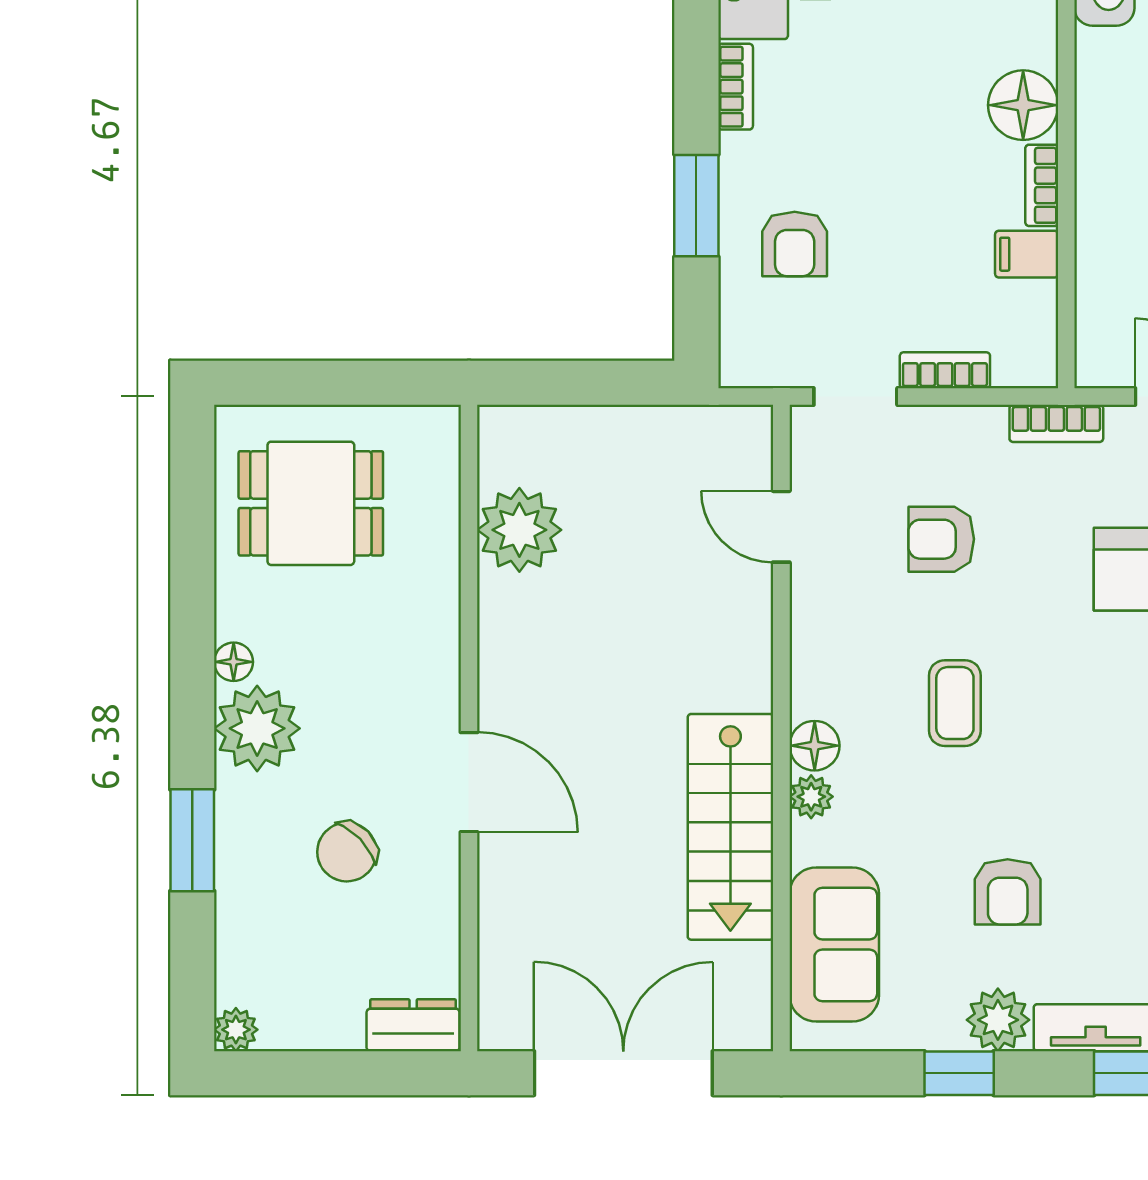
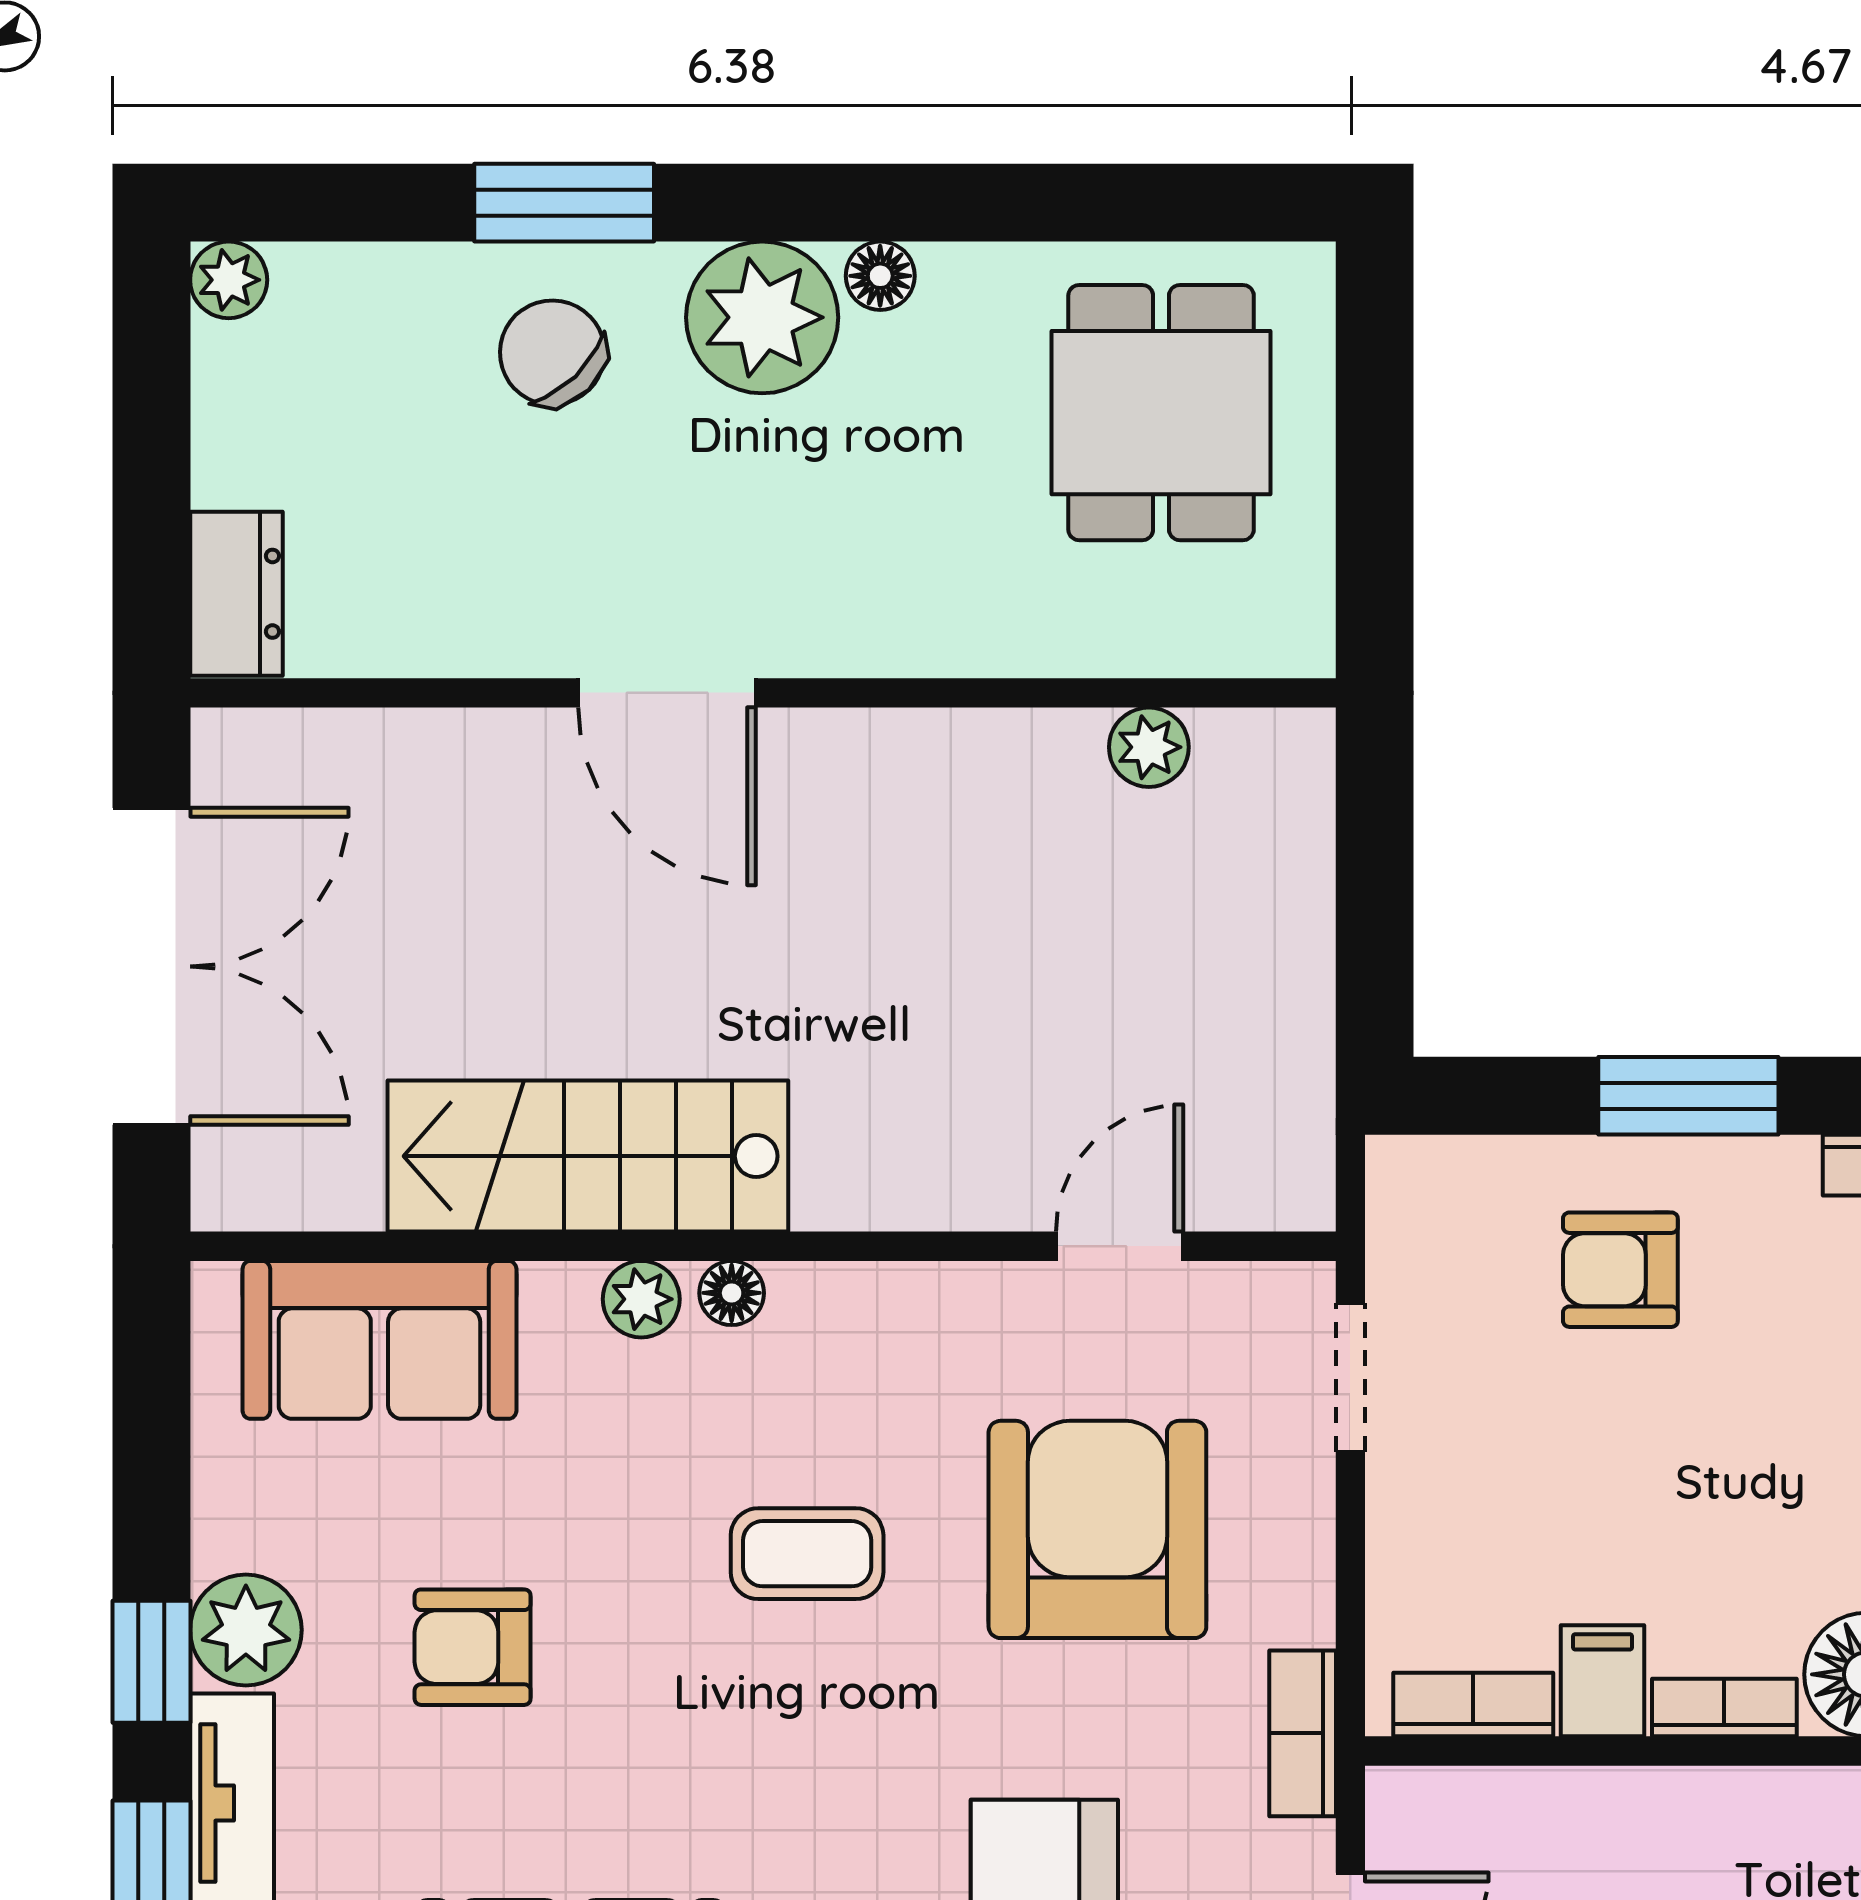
bookcase: (945, 370) -> (1473, 1705), moved, turned -90
plant: (519, 530) -> (1149, 747), width x0.53, depth x0.53
armchair: (941, 539) -> (1097, 1529), width x1.88, depth x1.88
floor lamp: (815, 746) -> (732, 1293), width x0.73, depth x0.73
door: (469, 782) -> (667, 693), hinge flipped
chair: (347, 852) -> (552, 353), moved
window: (959, 1073) -> (151, 1662), moved

